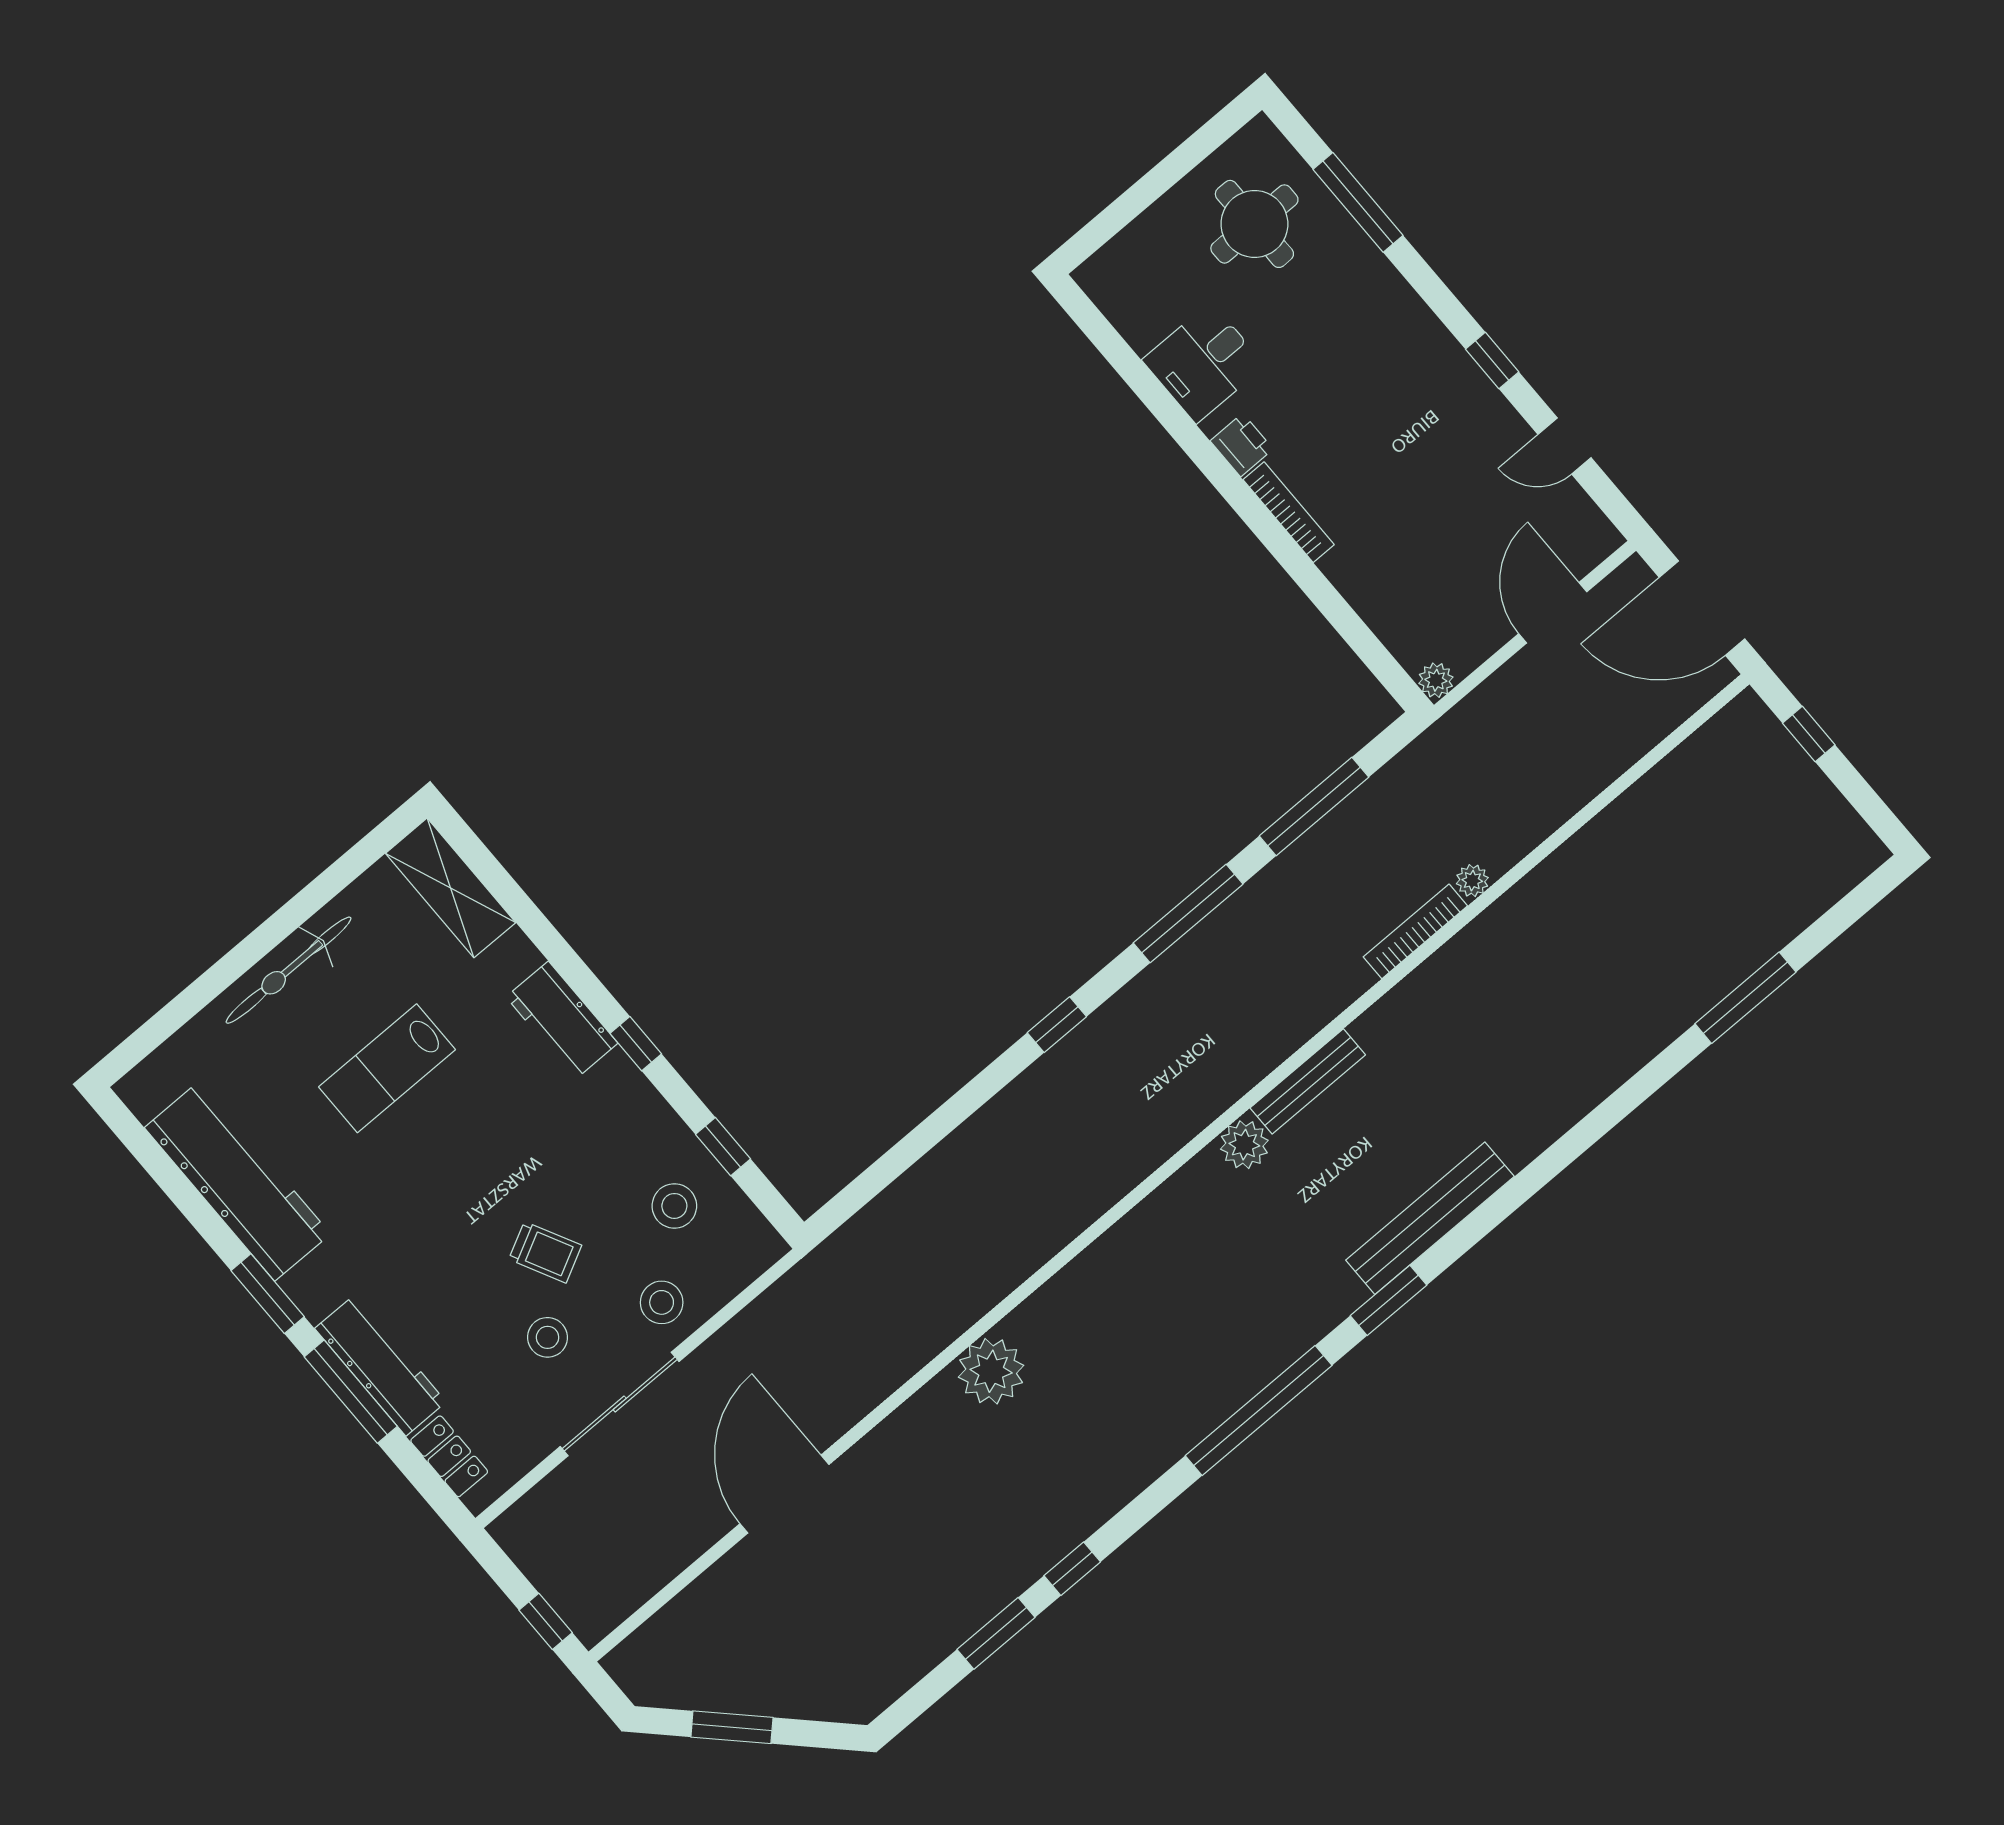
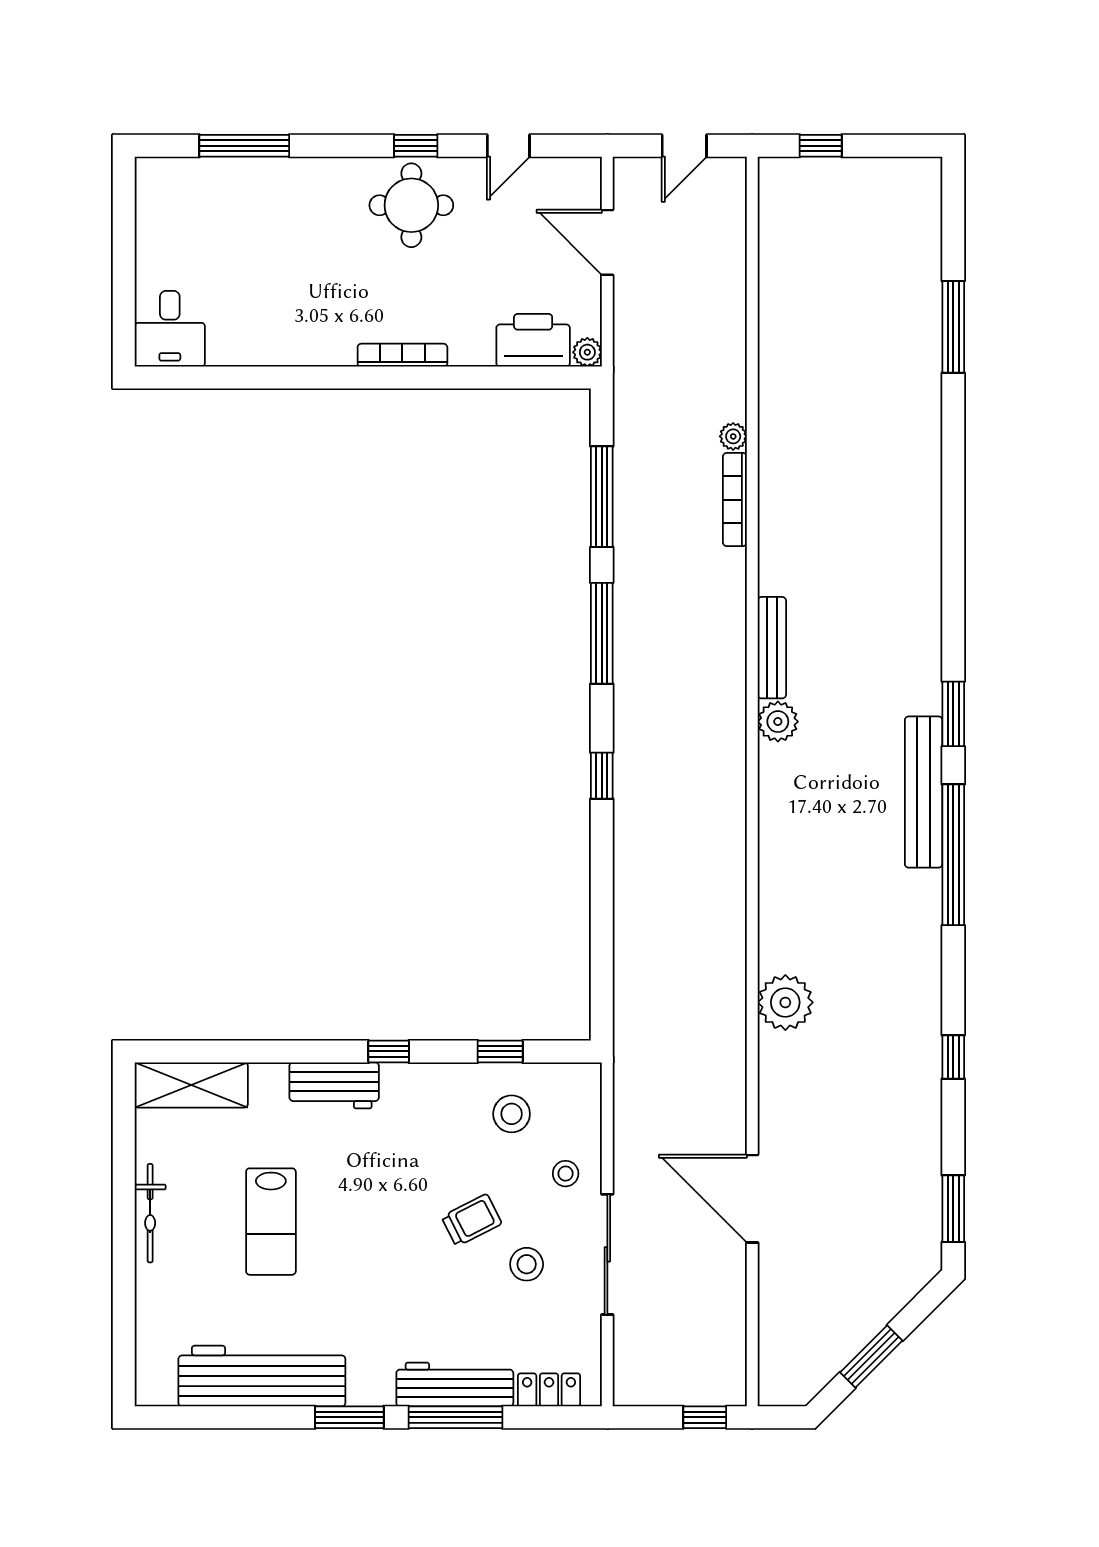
round table: (1254, 224) -> (411, 205), moved
desk: (1204, 363) -> (170, 329), moved
printer: (1242, 445) -> (533, 340), moved, width x1.87, depth x1.48
door: (1702, 608) -> (684, 146), width x0.53
bicycle: (289, 970) -> (150, 1213), width x0.73, depth x0.71
bench: (1430, 1218) -> (924, 792), moved
stool: (662, 1302) -> (566, 1174), width x0.73, depth x0.73
window: (996, 1633) -> (953, 1209), moved

